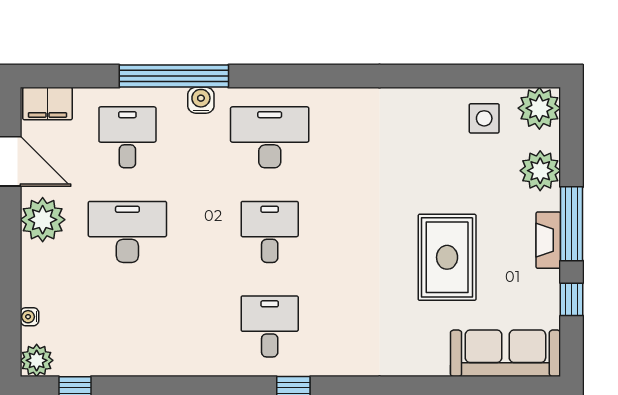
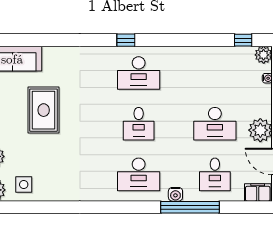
desk: (270, 326) -> (139, 73), width x1.37

